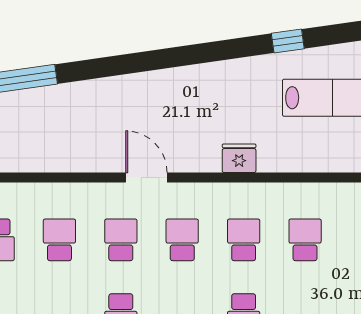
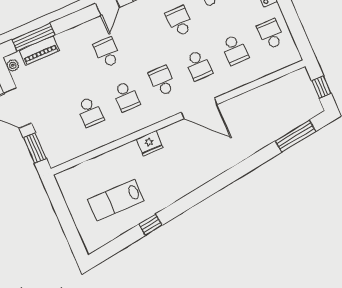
door: (146, 178) -> (199, 108), width x1.36
school desk: (182, 240) -> (162, 81), turned 180

